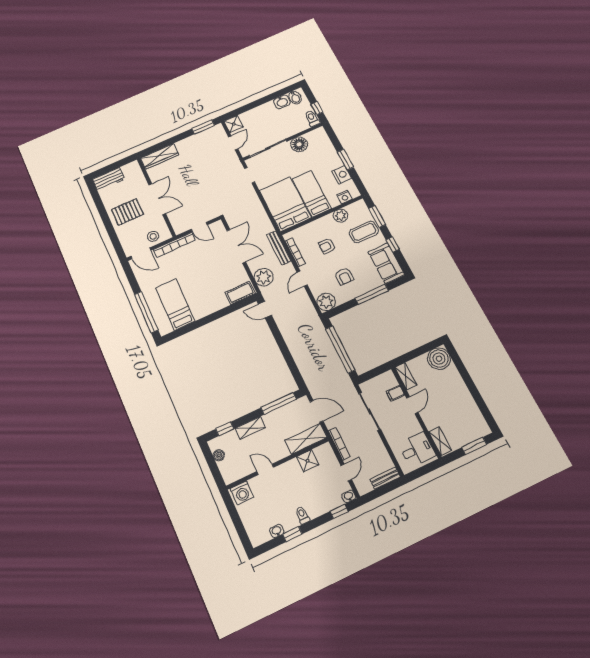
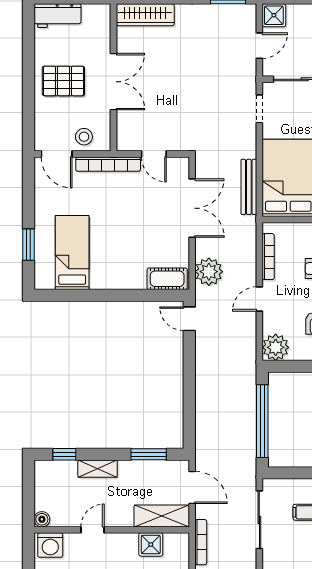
bench: (279, 248) -> (249, 187), moved
window: (146, 312) -> (28, 245), width x0.47
window: (279, 403) -> (149, 454), width x0.69
boiler: (219, 455) -> (42, 519), moved
door: (265, 469) -> (92, 530), hinge flipped

